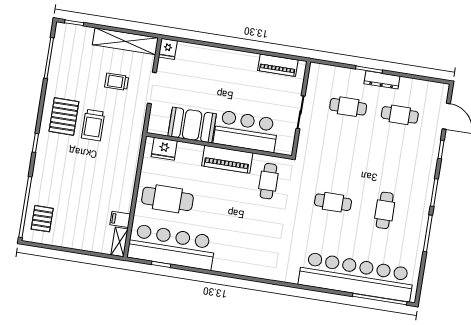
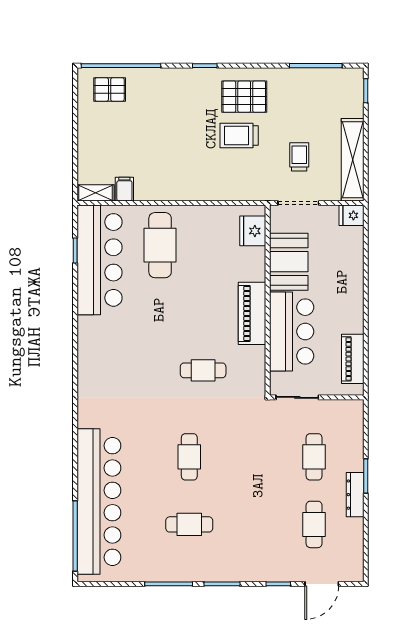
booth: (192, 125) -> (289, 262), moved
bar counter: (246, 131) -> (292, 332), moved
wall: (219, 146) -> (268, 300), moved
fridge: (164, 149) -> (253, 231), moved
piano: (227, 159) -> (252, 313), moved

